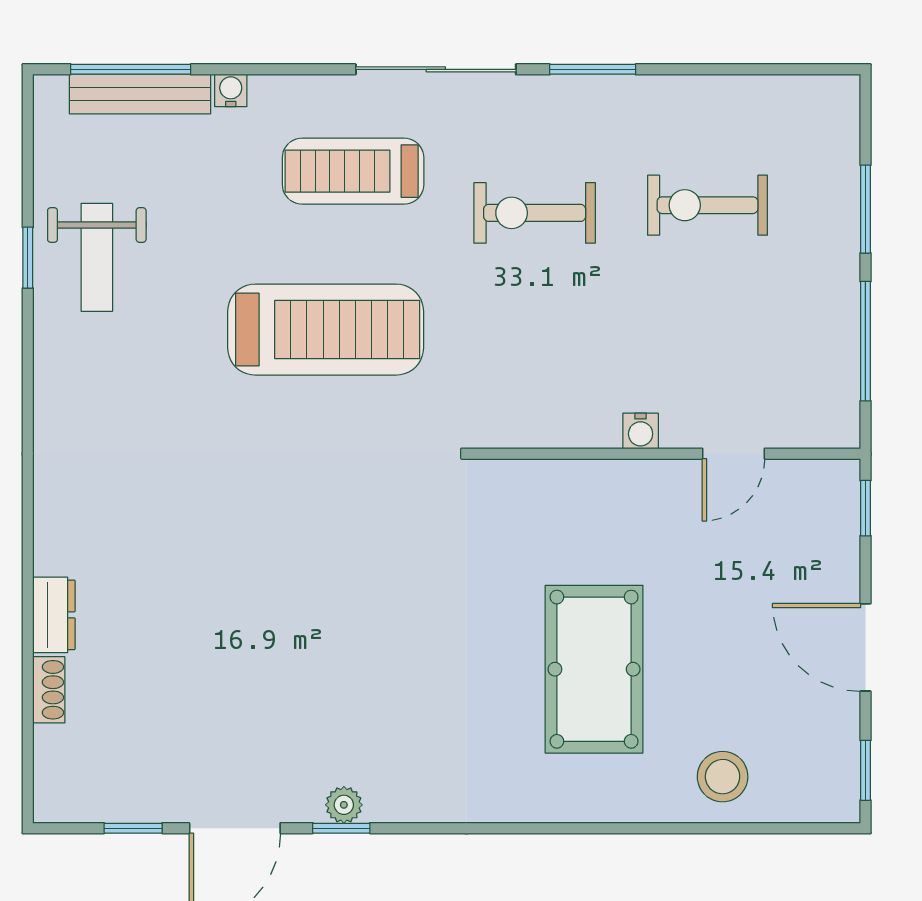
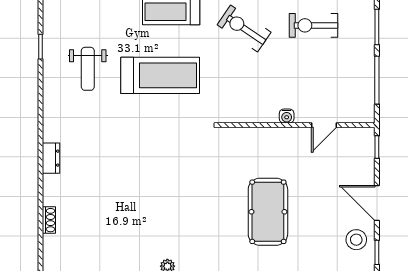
exercise bike: (535, 213) -> (244, 29), turned 34
weight bench: (97, 257) -> (88, 69), moved
dresser: (54, 615) -> (51, 158), moved
stool: (723, 777) -> (356, 240), moved

